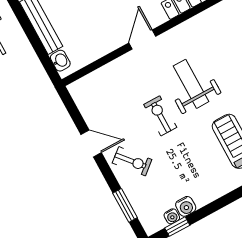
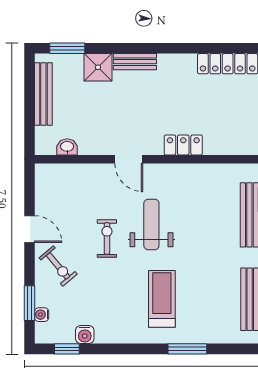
door: (142, 40) -> (129, 159), swing flipped
washbasin: (60, 61) -> (67, 147), moved, turned -90
water cooler: (172, 216) -> (42, 315), moved, turned 90

